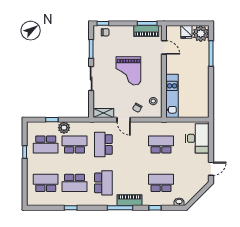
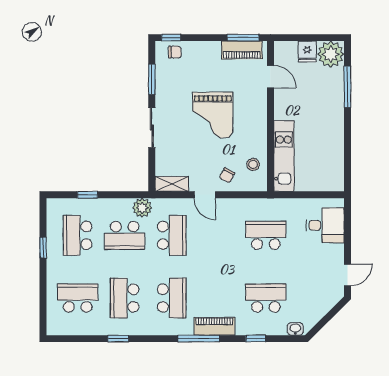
plant: (64, 128) -> (142, 208), moved
desk: (197, 138) -> (325, 225), width x0.73
school desk: (46, 144) -> (78, 235), turned 90
school desk: (75, 144) -> (125, 235), turned 180
school desk: (103, 144) -> (172, 235), turned 180
school desk: (75, 183) -> (125, 298), turned 90

